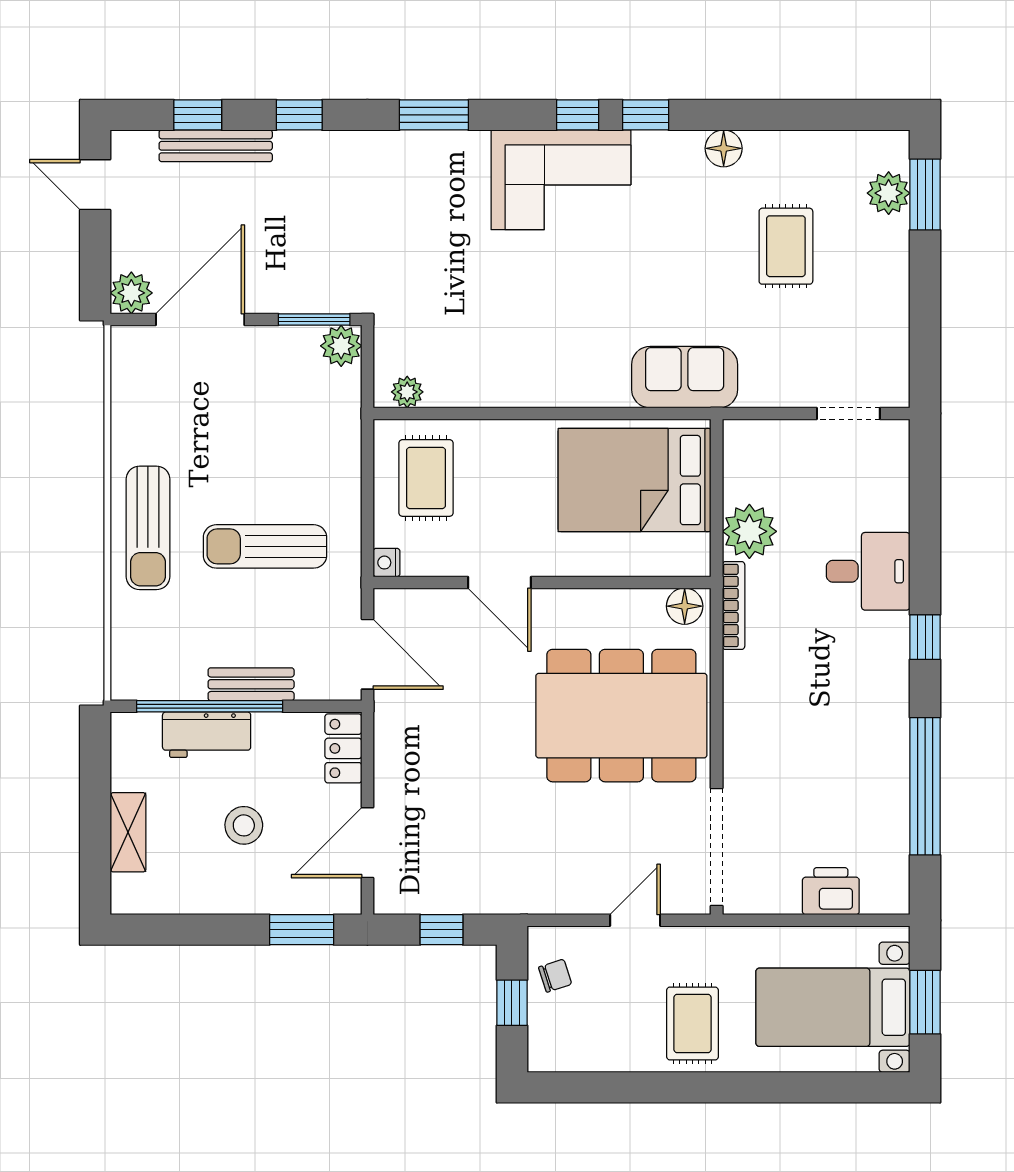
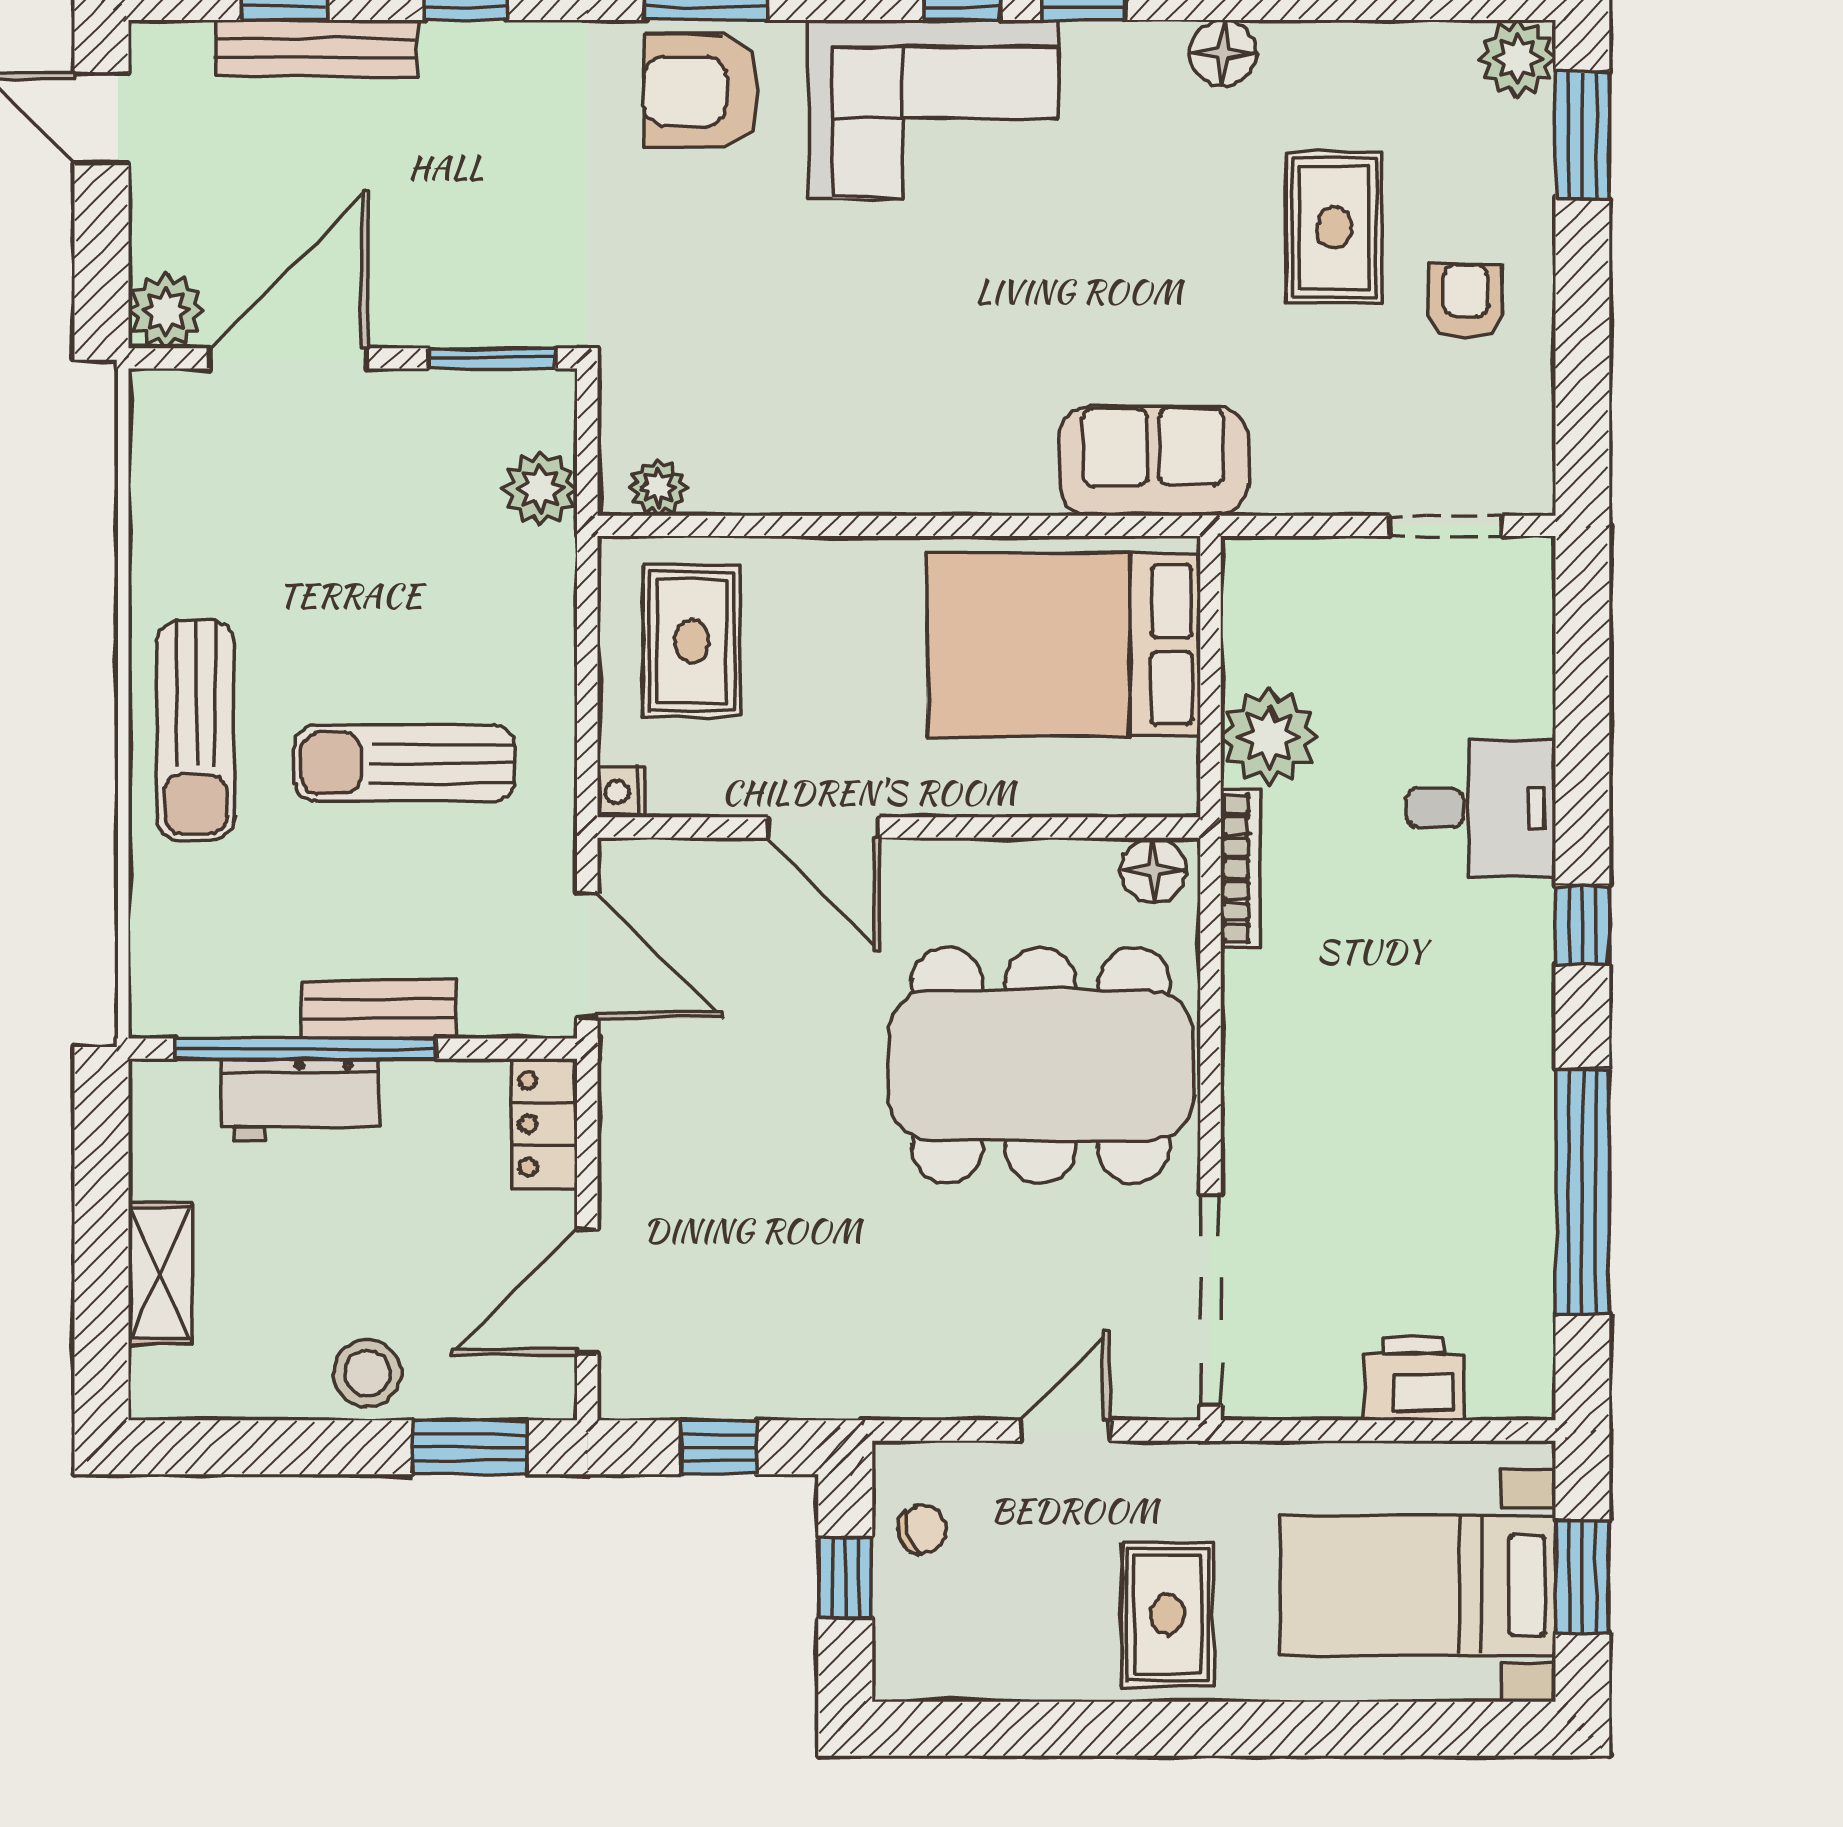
armchair: (431, 170) -> (701, 91), added
plant: (889, 193) -> (1517, 58), moved
armchair: (860, 287) -> (1466, 301), added
plant: (341, 346) -> (540, 489), moved
stool: (244, 825) -> (367, 1373), moved

